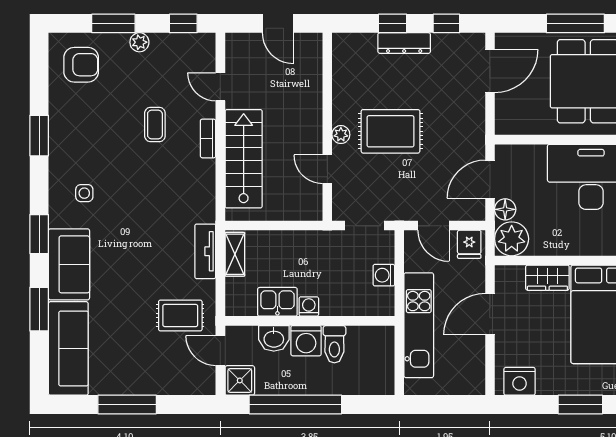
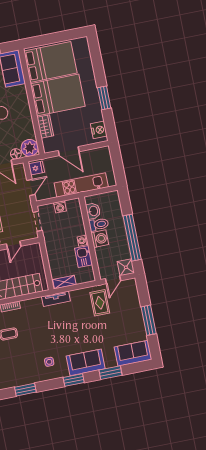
tv unit: (205, 251) -> (56, 299), moved
washbasin: (274, 338) -> (93, 211), moved
sofa: (68, 348) -> (133, 353), width x0.73

